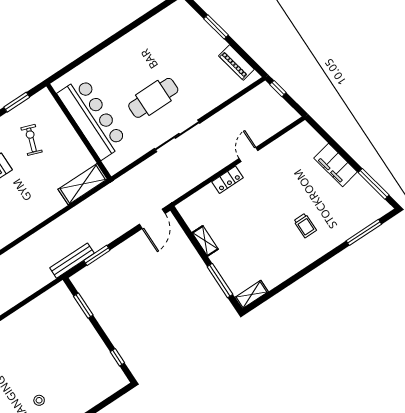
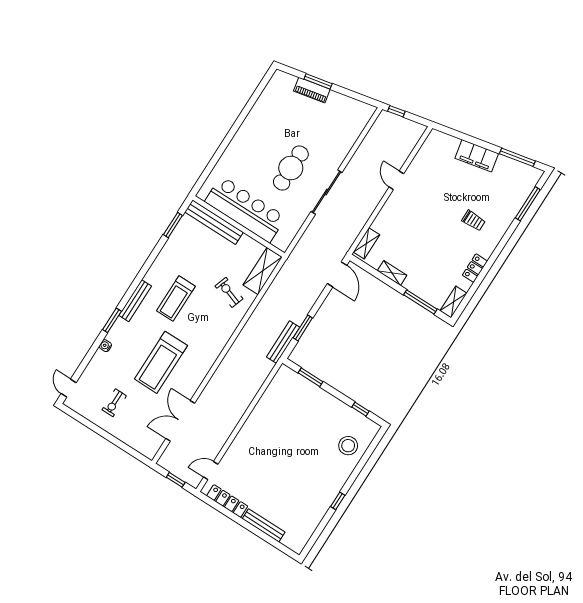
piano: (236, 63) -> (312, 90), moved
bench: (57, 117) -> (214, 222), added
exercise bike: (31, 140) -> (229, 292), moved
locker: (227, 180) -> (475, 268), moved, turned 180
shelving: (193, 202) -> (366, 243), added
stool: (39, 400) -> (348, 446), moved, width x1.89, depth x1.89

